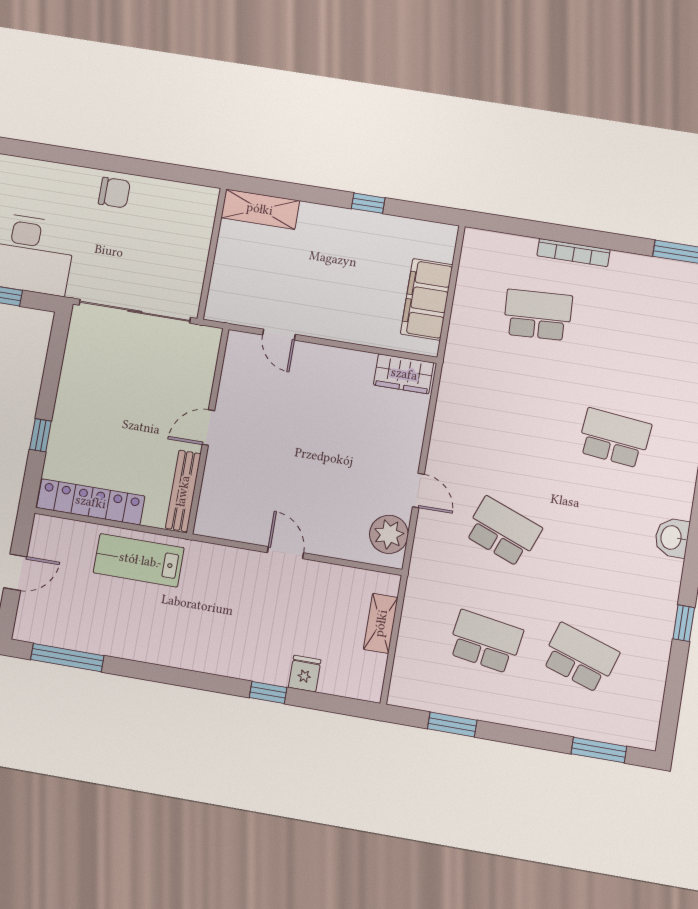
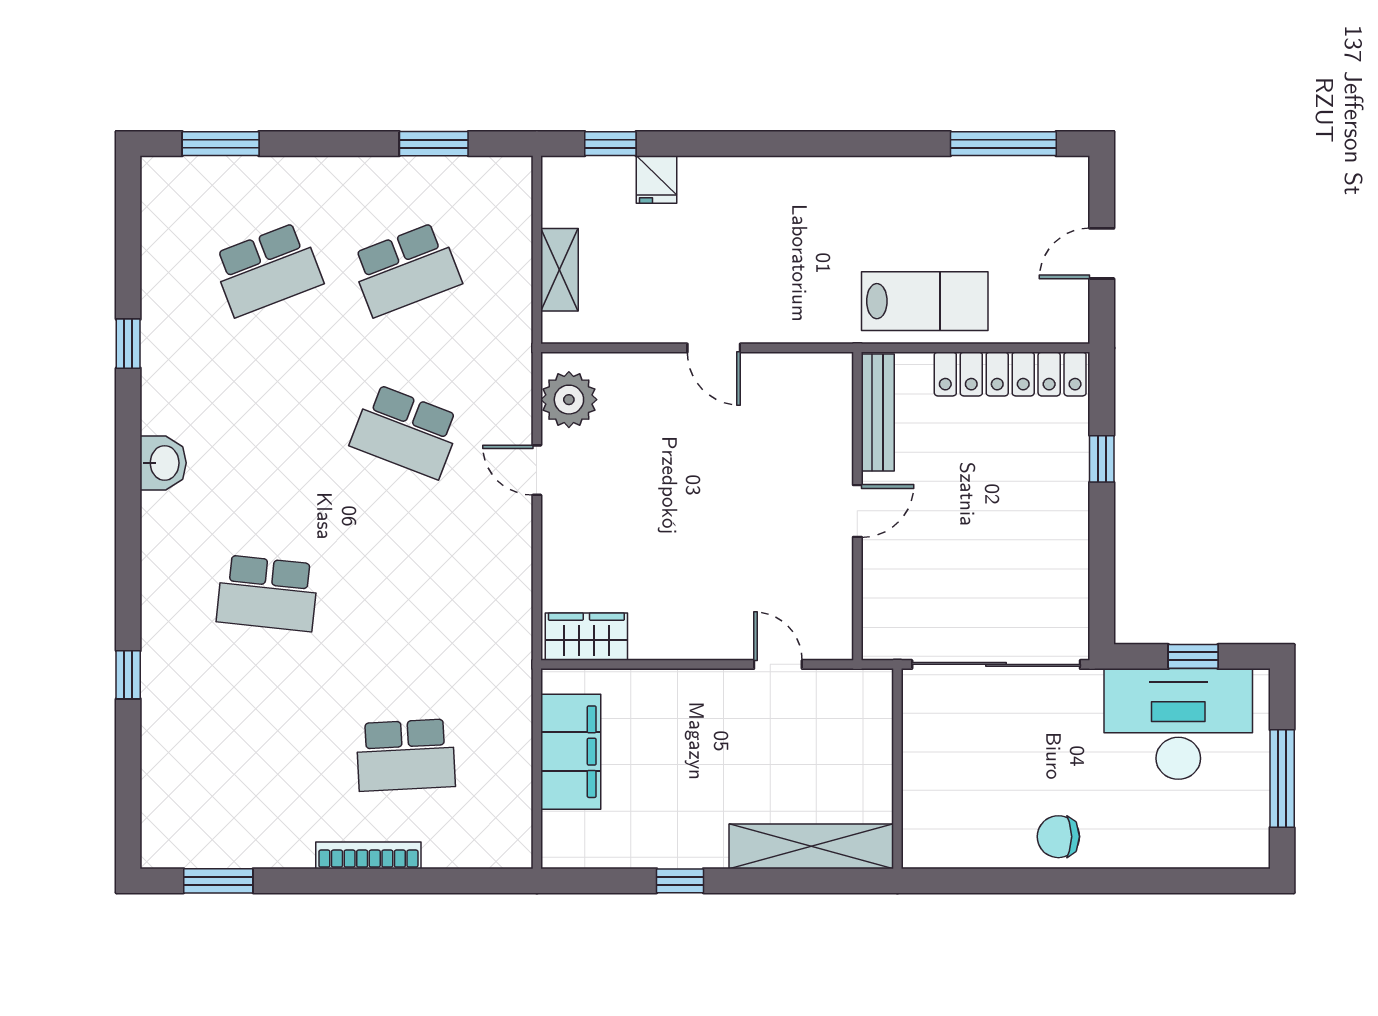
shelving: (260, 209) -> (811, 846), width x1.47
school desk: (485, 642) -> (406, 269), turned -30
school desk: (580, 658) -> (267, 269), turned -39
window: (268, 692) -> (610, 144), moved

